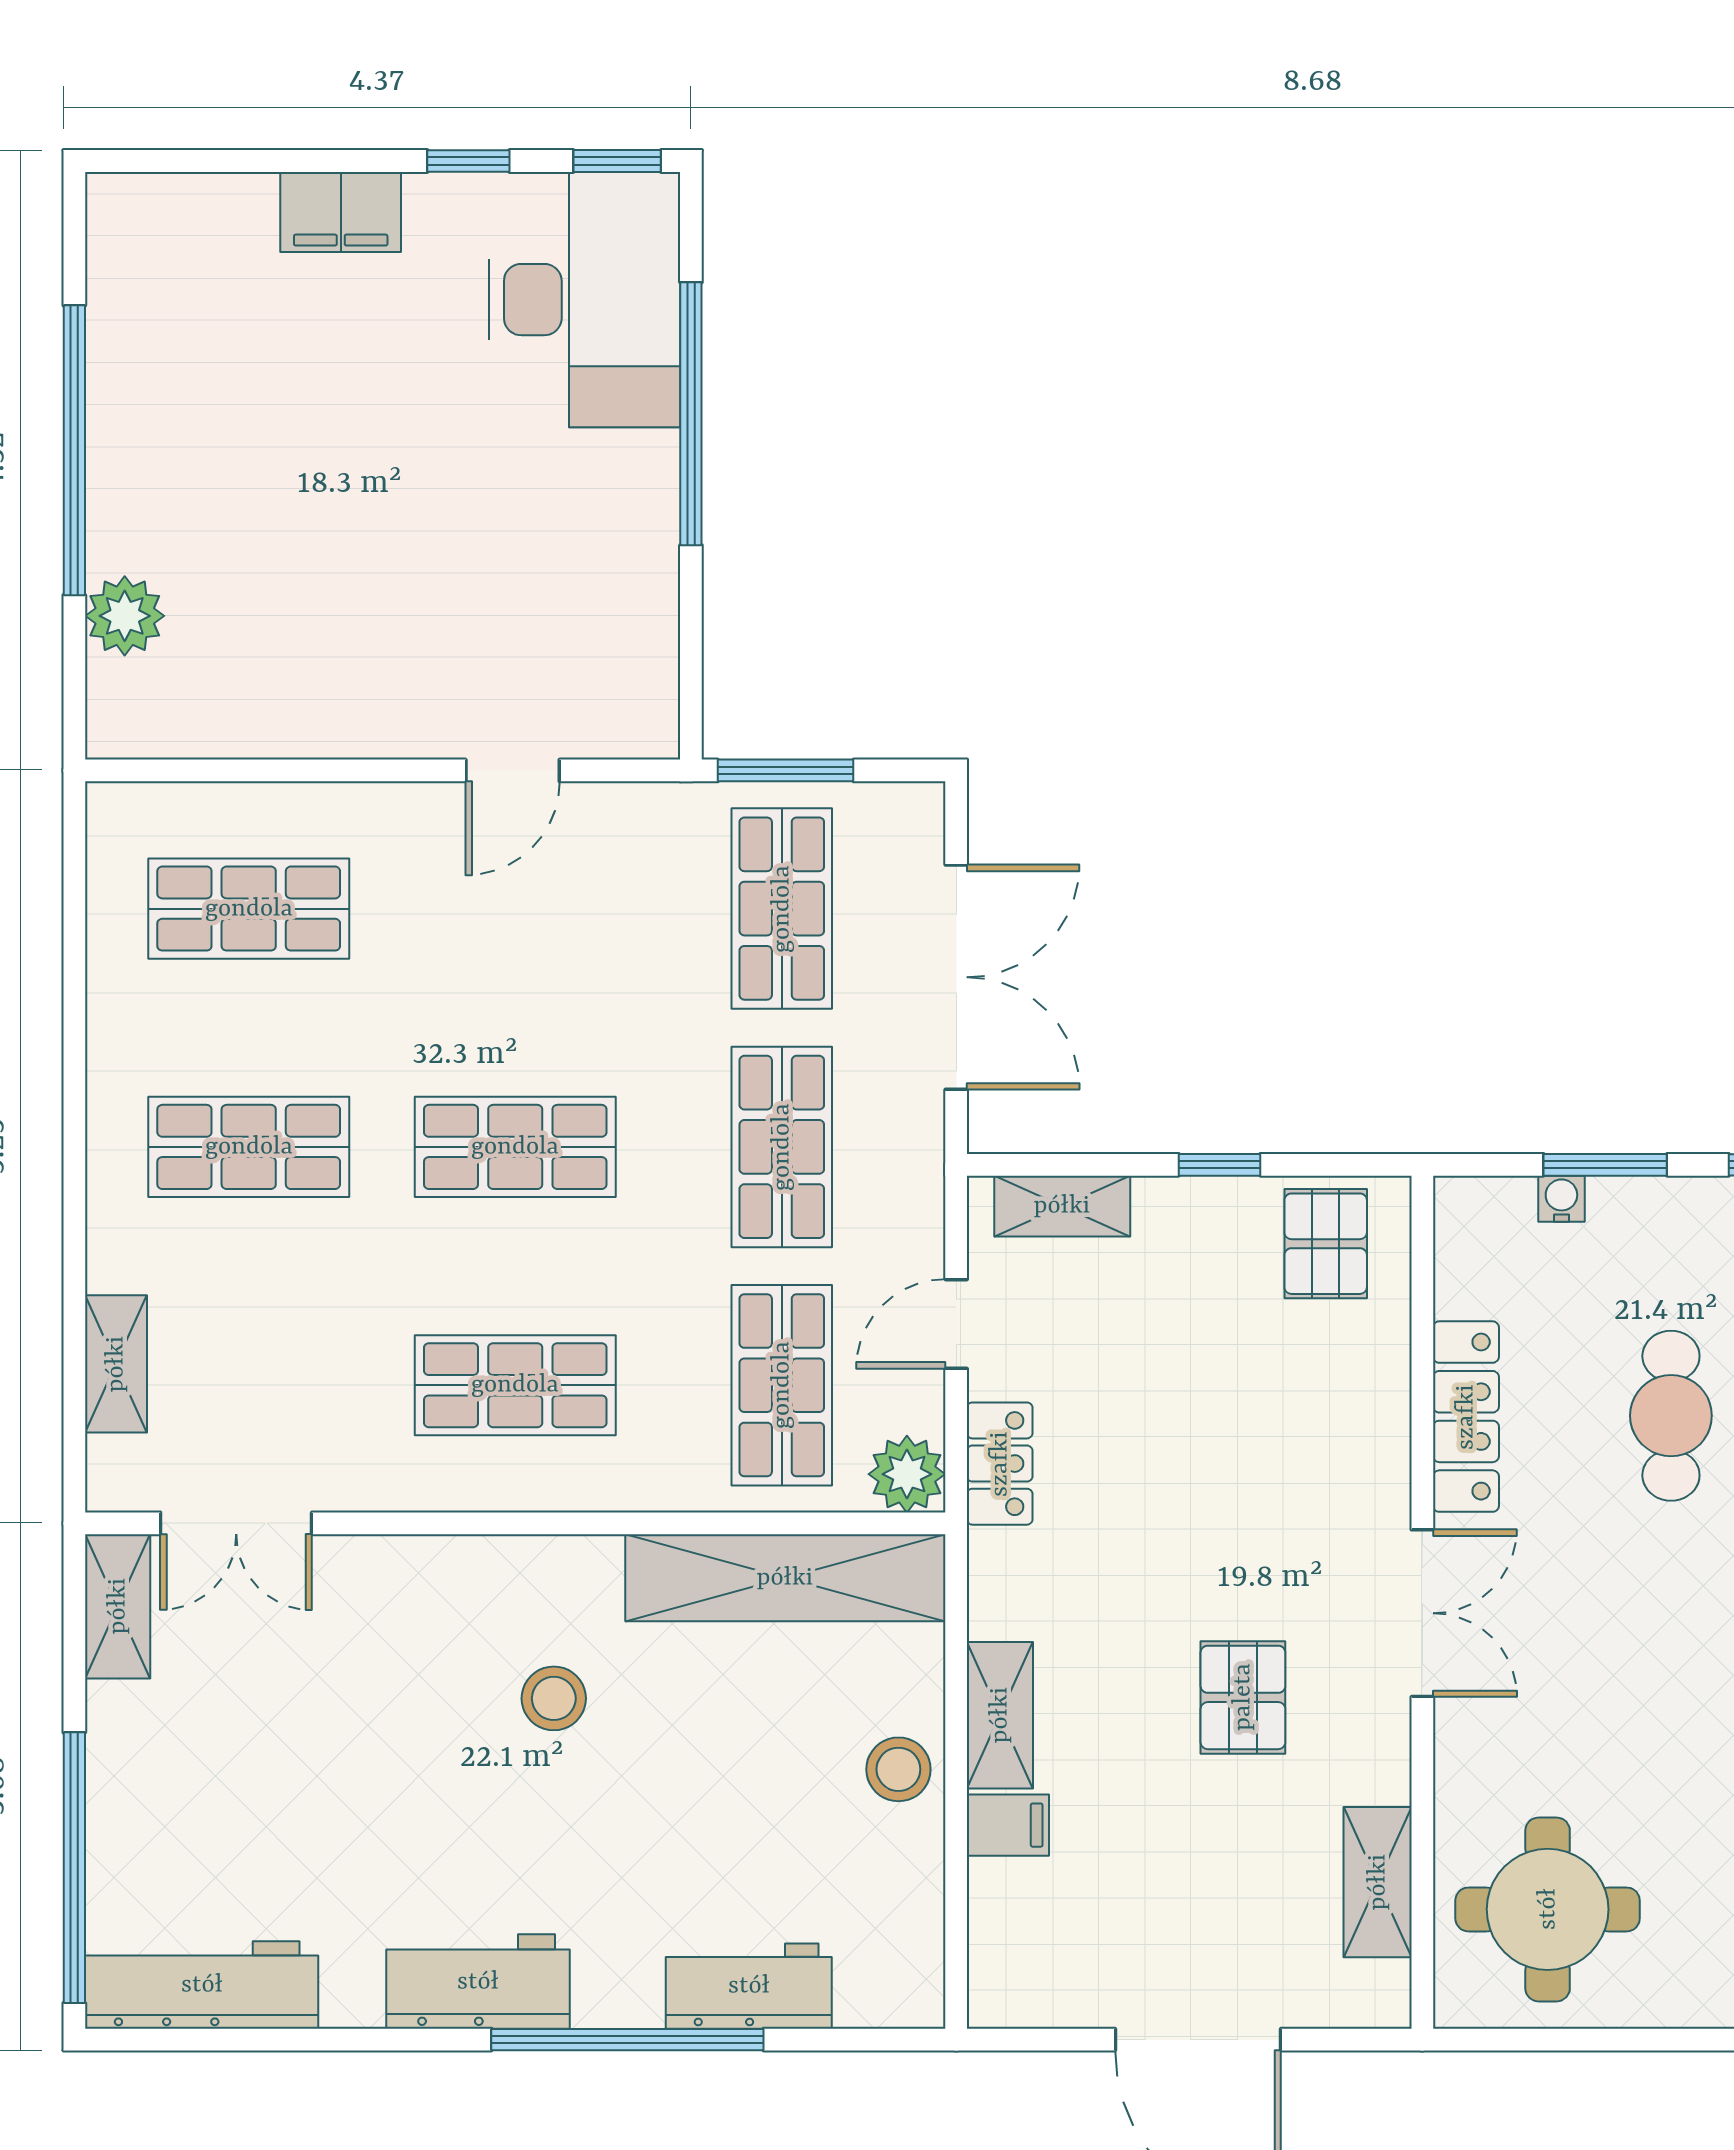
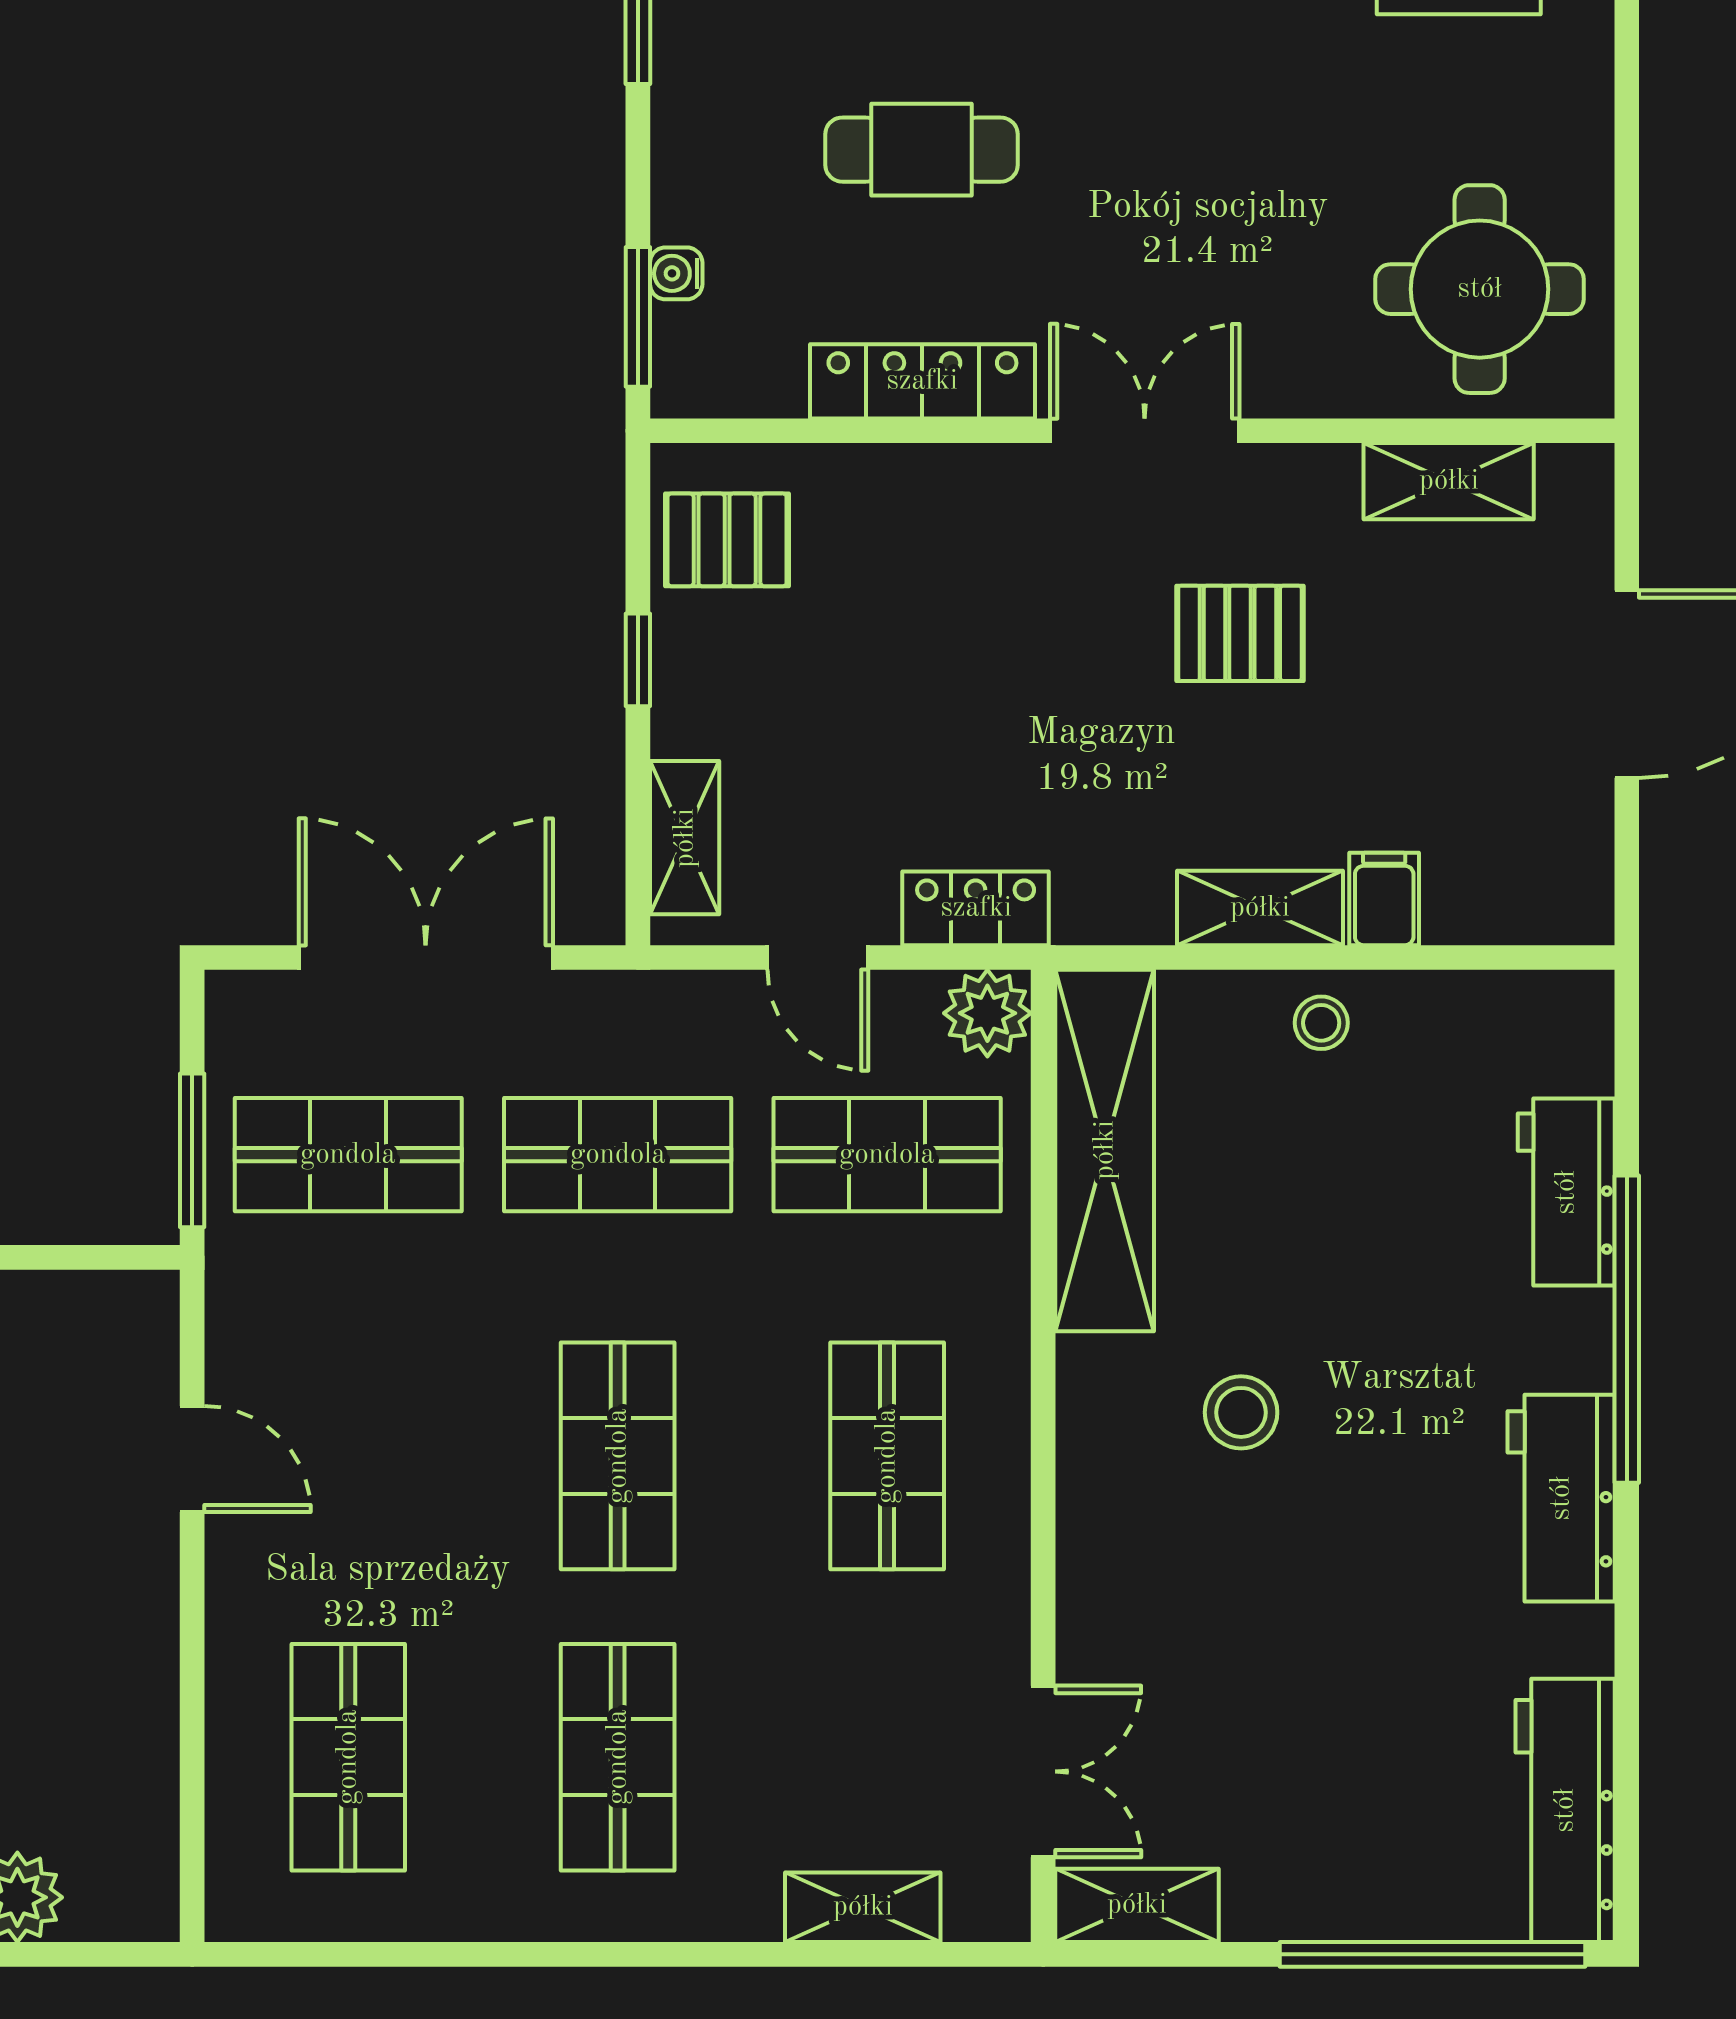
window: (1605, 1165) -> (638, 317), moved
stool: (898, 1769) -> (1321, 1023), width x0.73, depth x0.73

